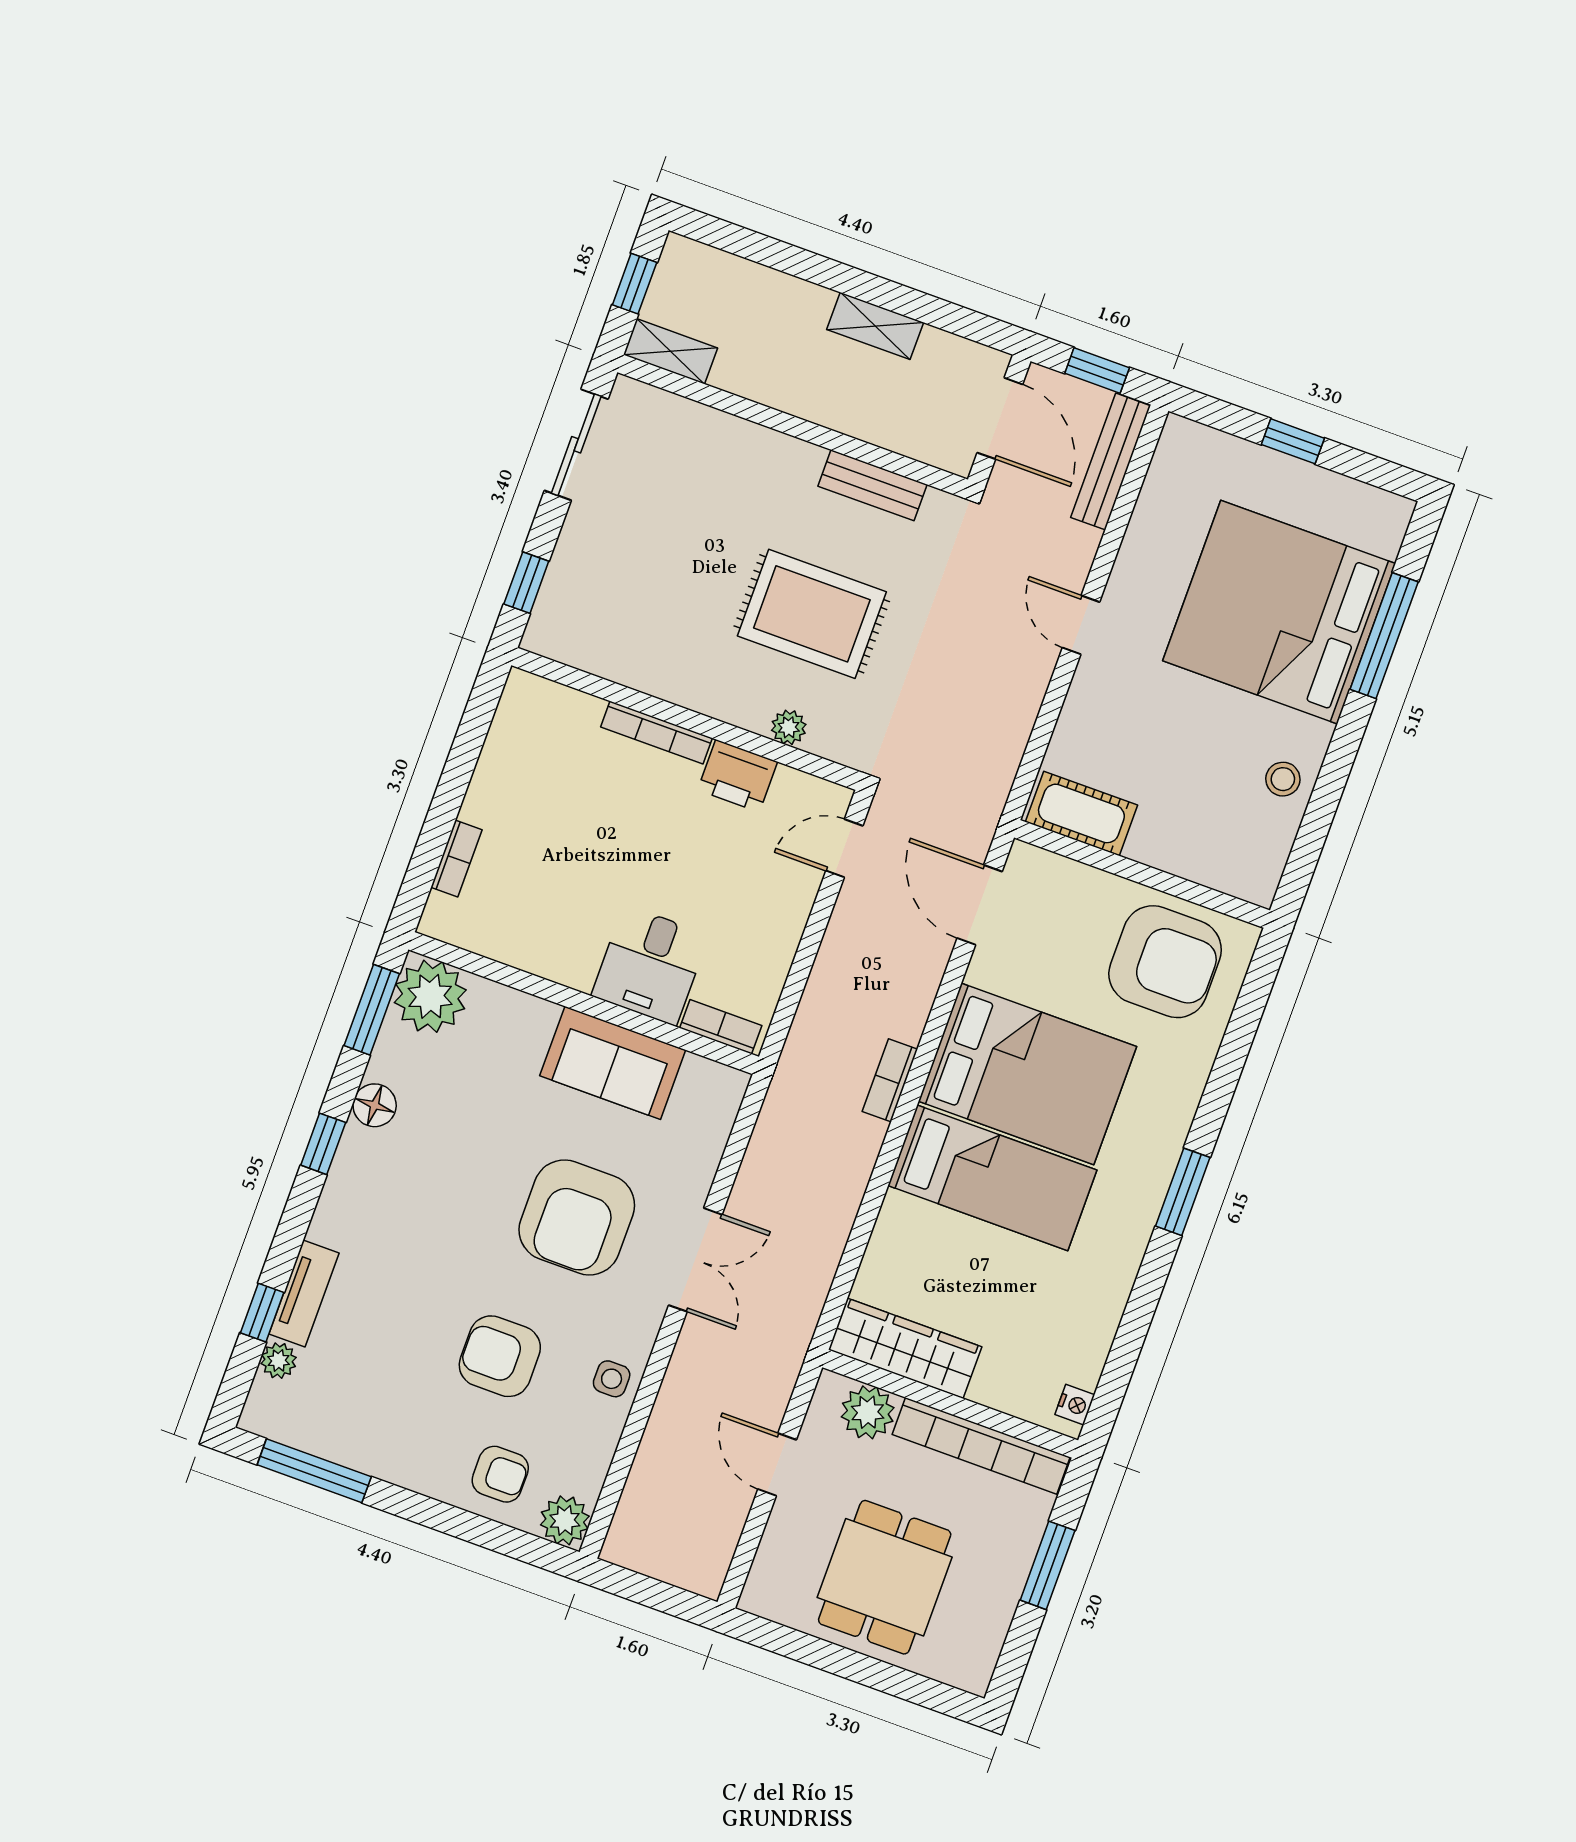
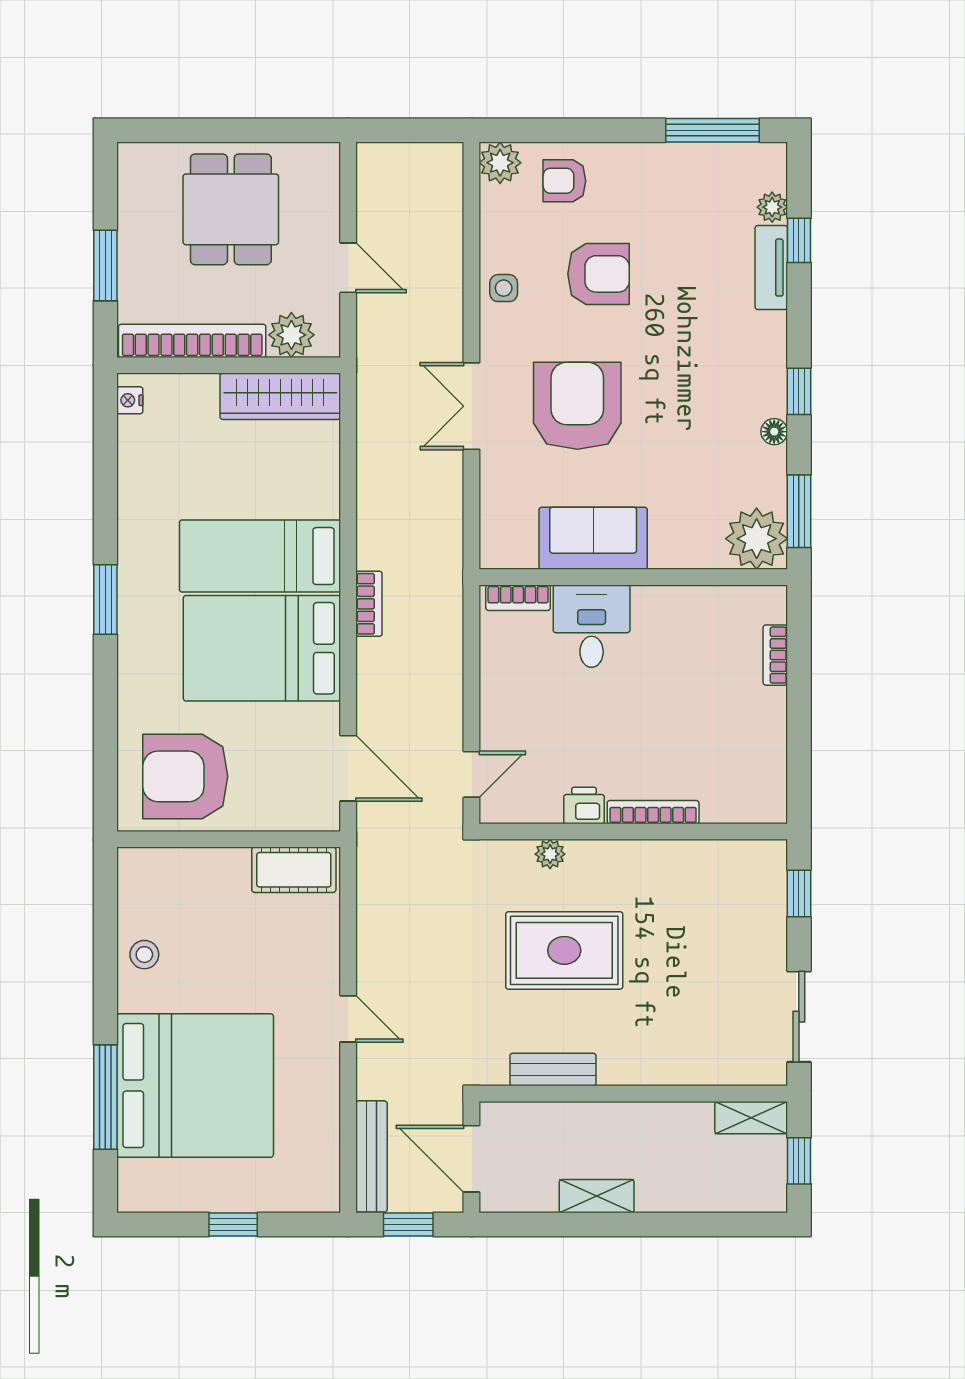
printer: (737, 776) -> (584, 805), width x0.73, depth x0.81
floor lamp: (375, 1105) -> (774, 432), width x0.73, depth x0.73

